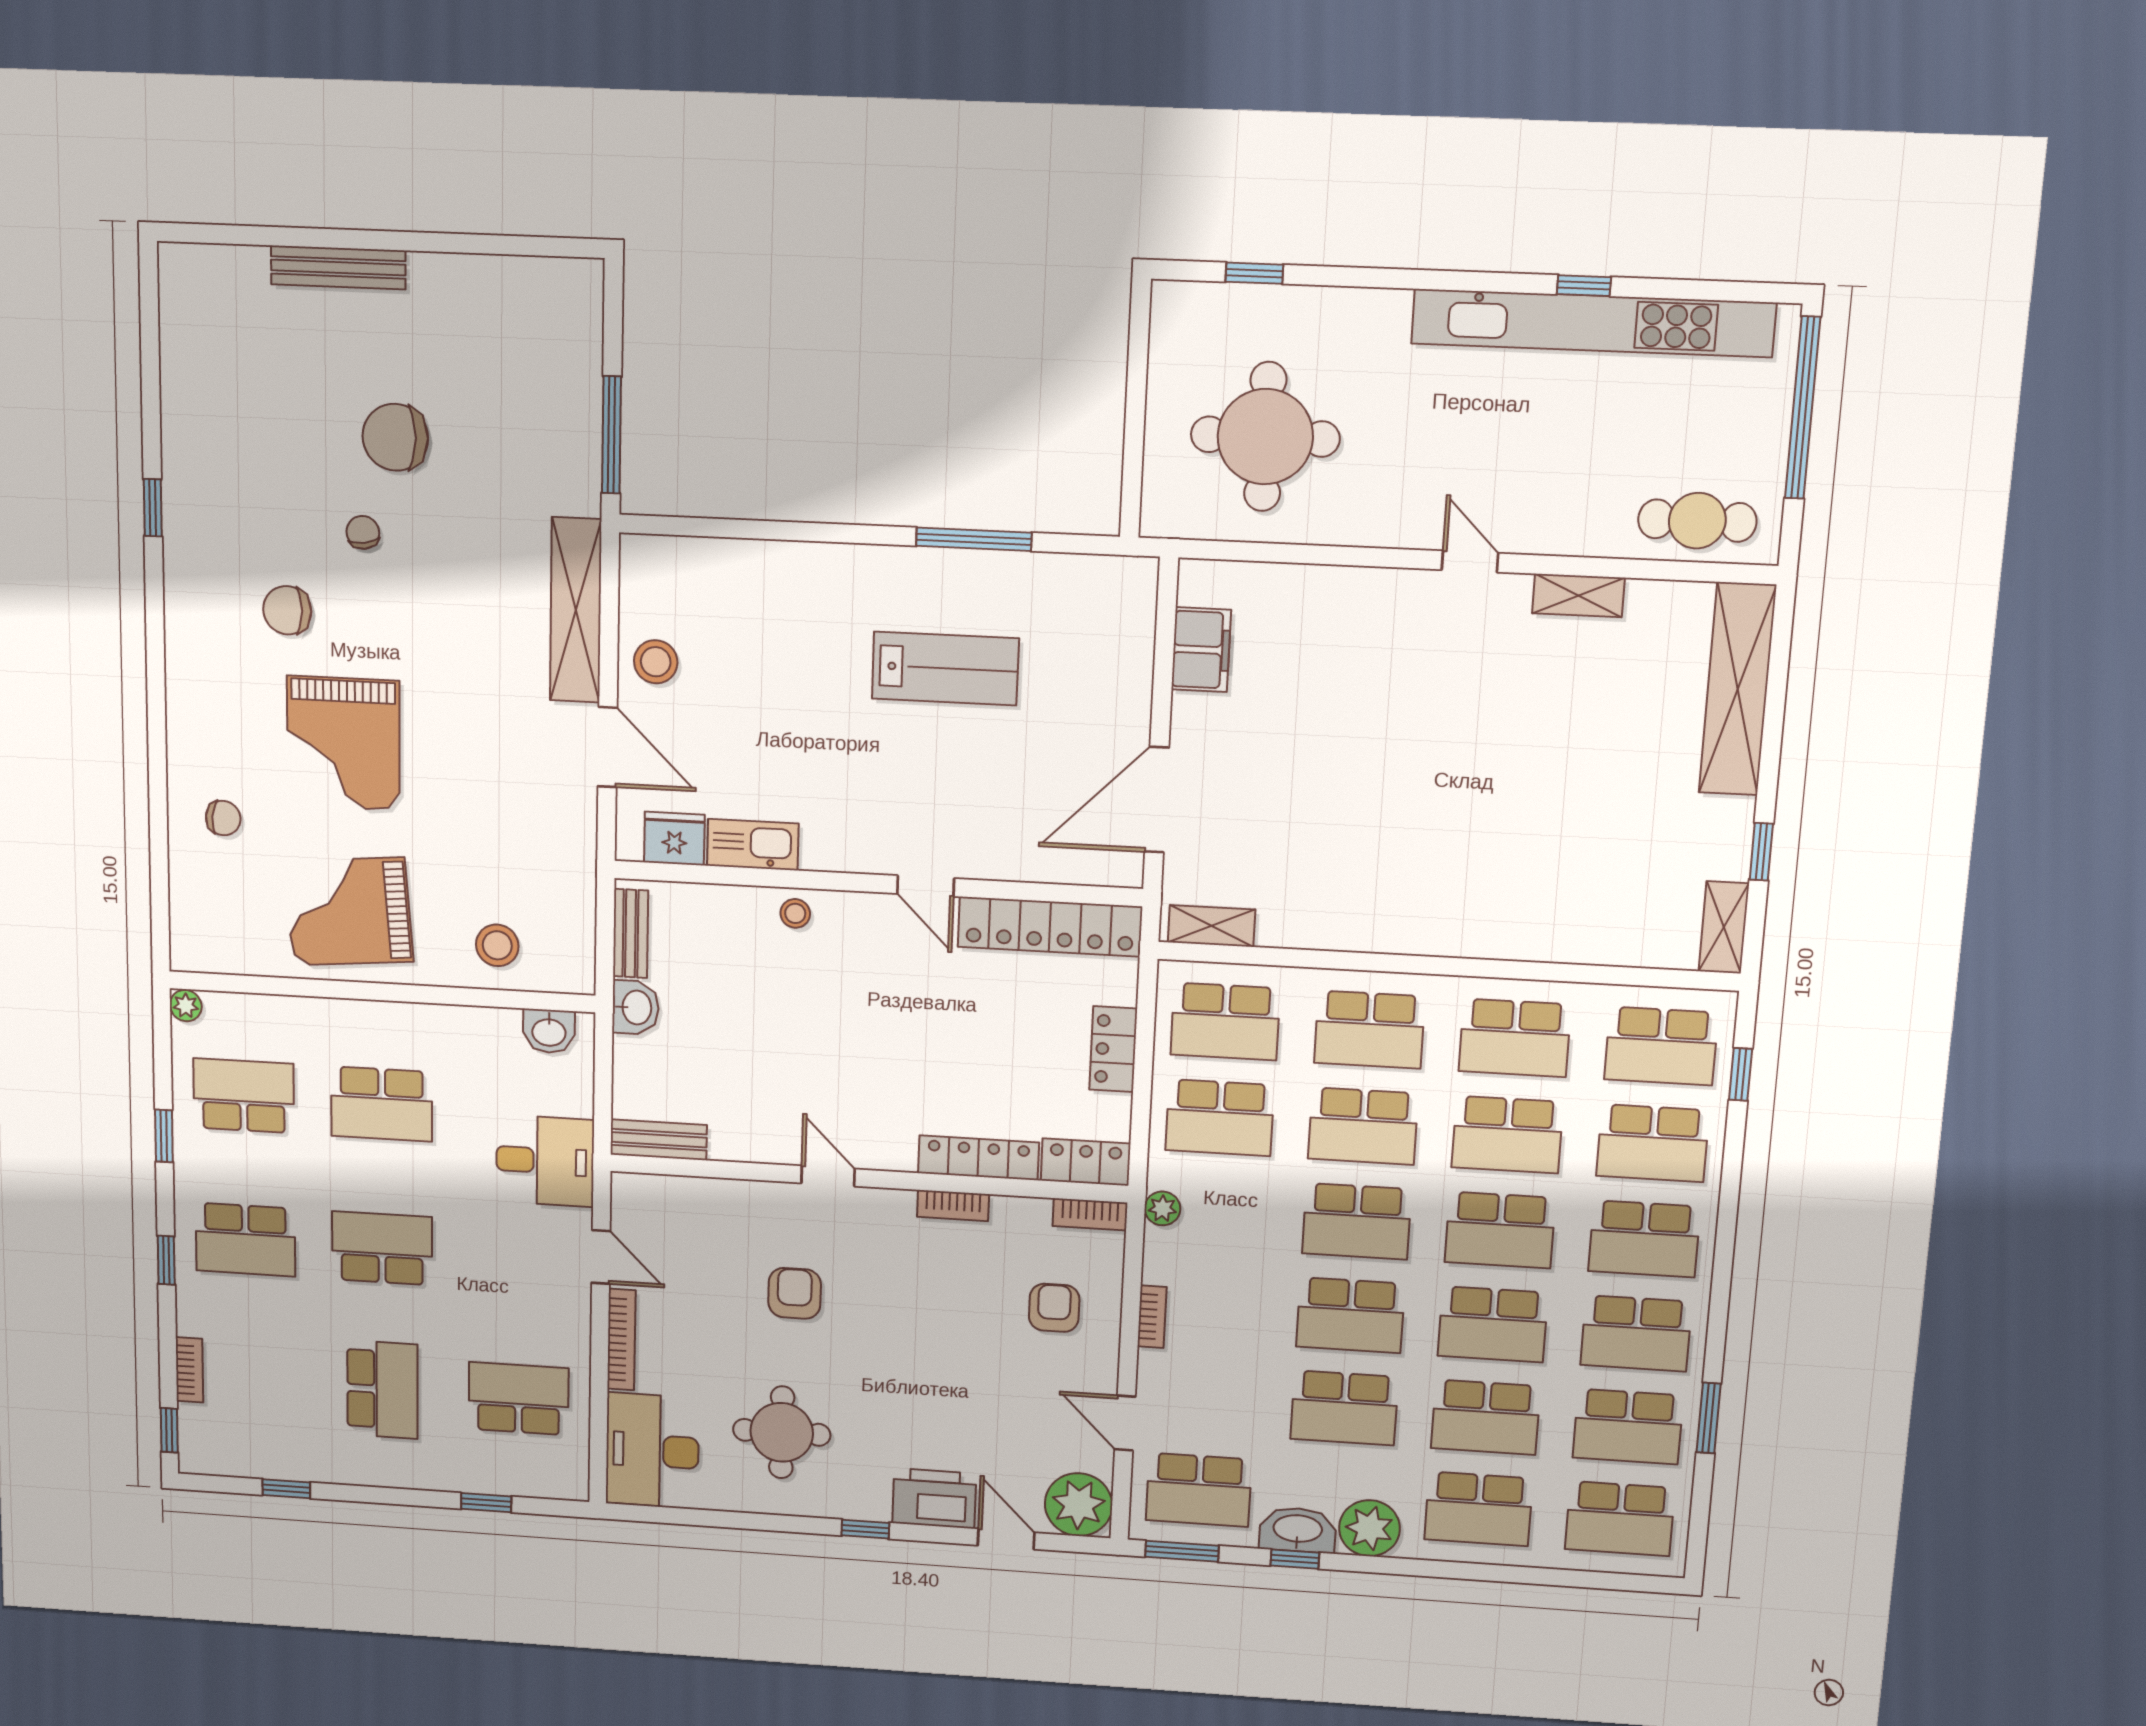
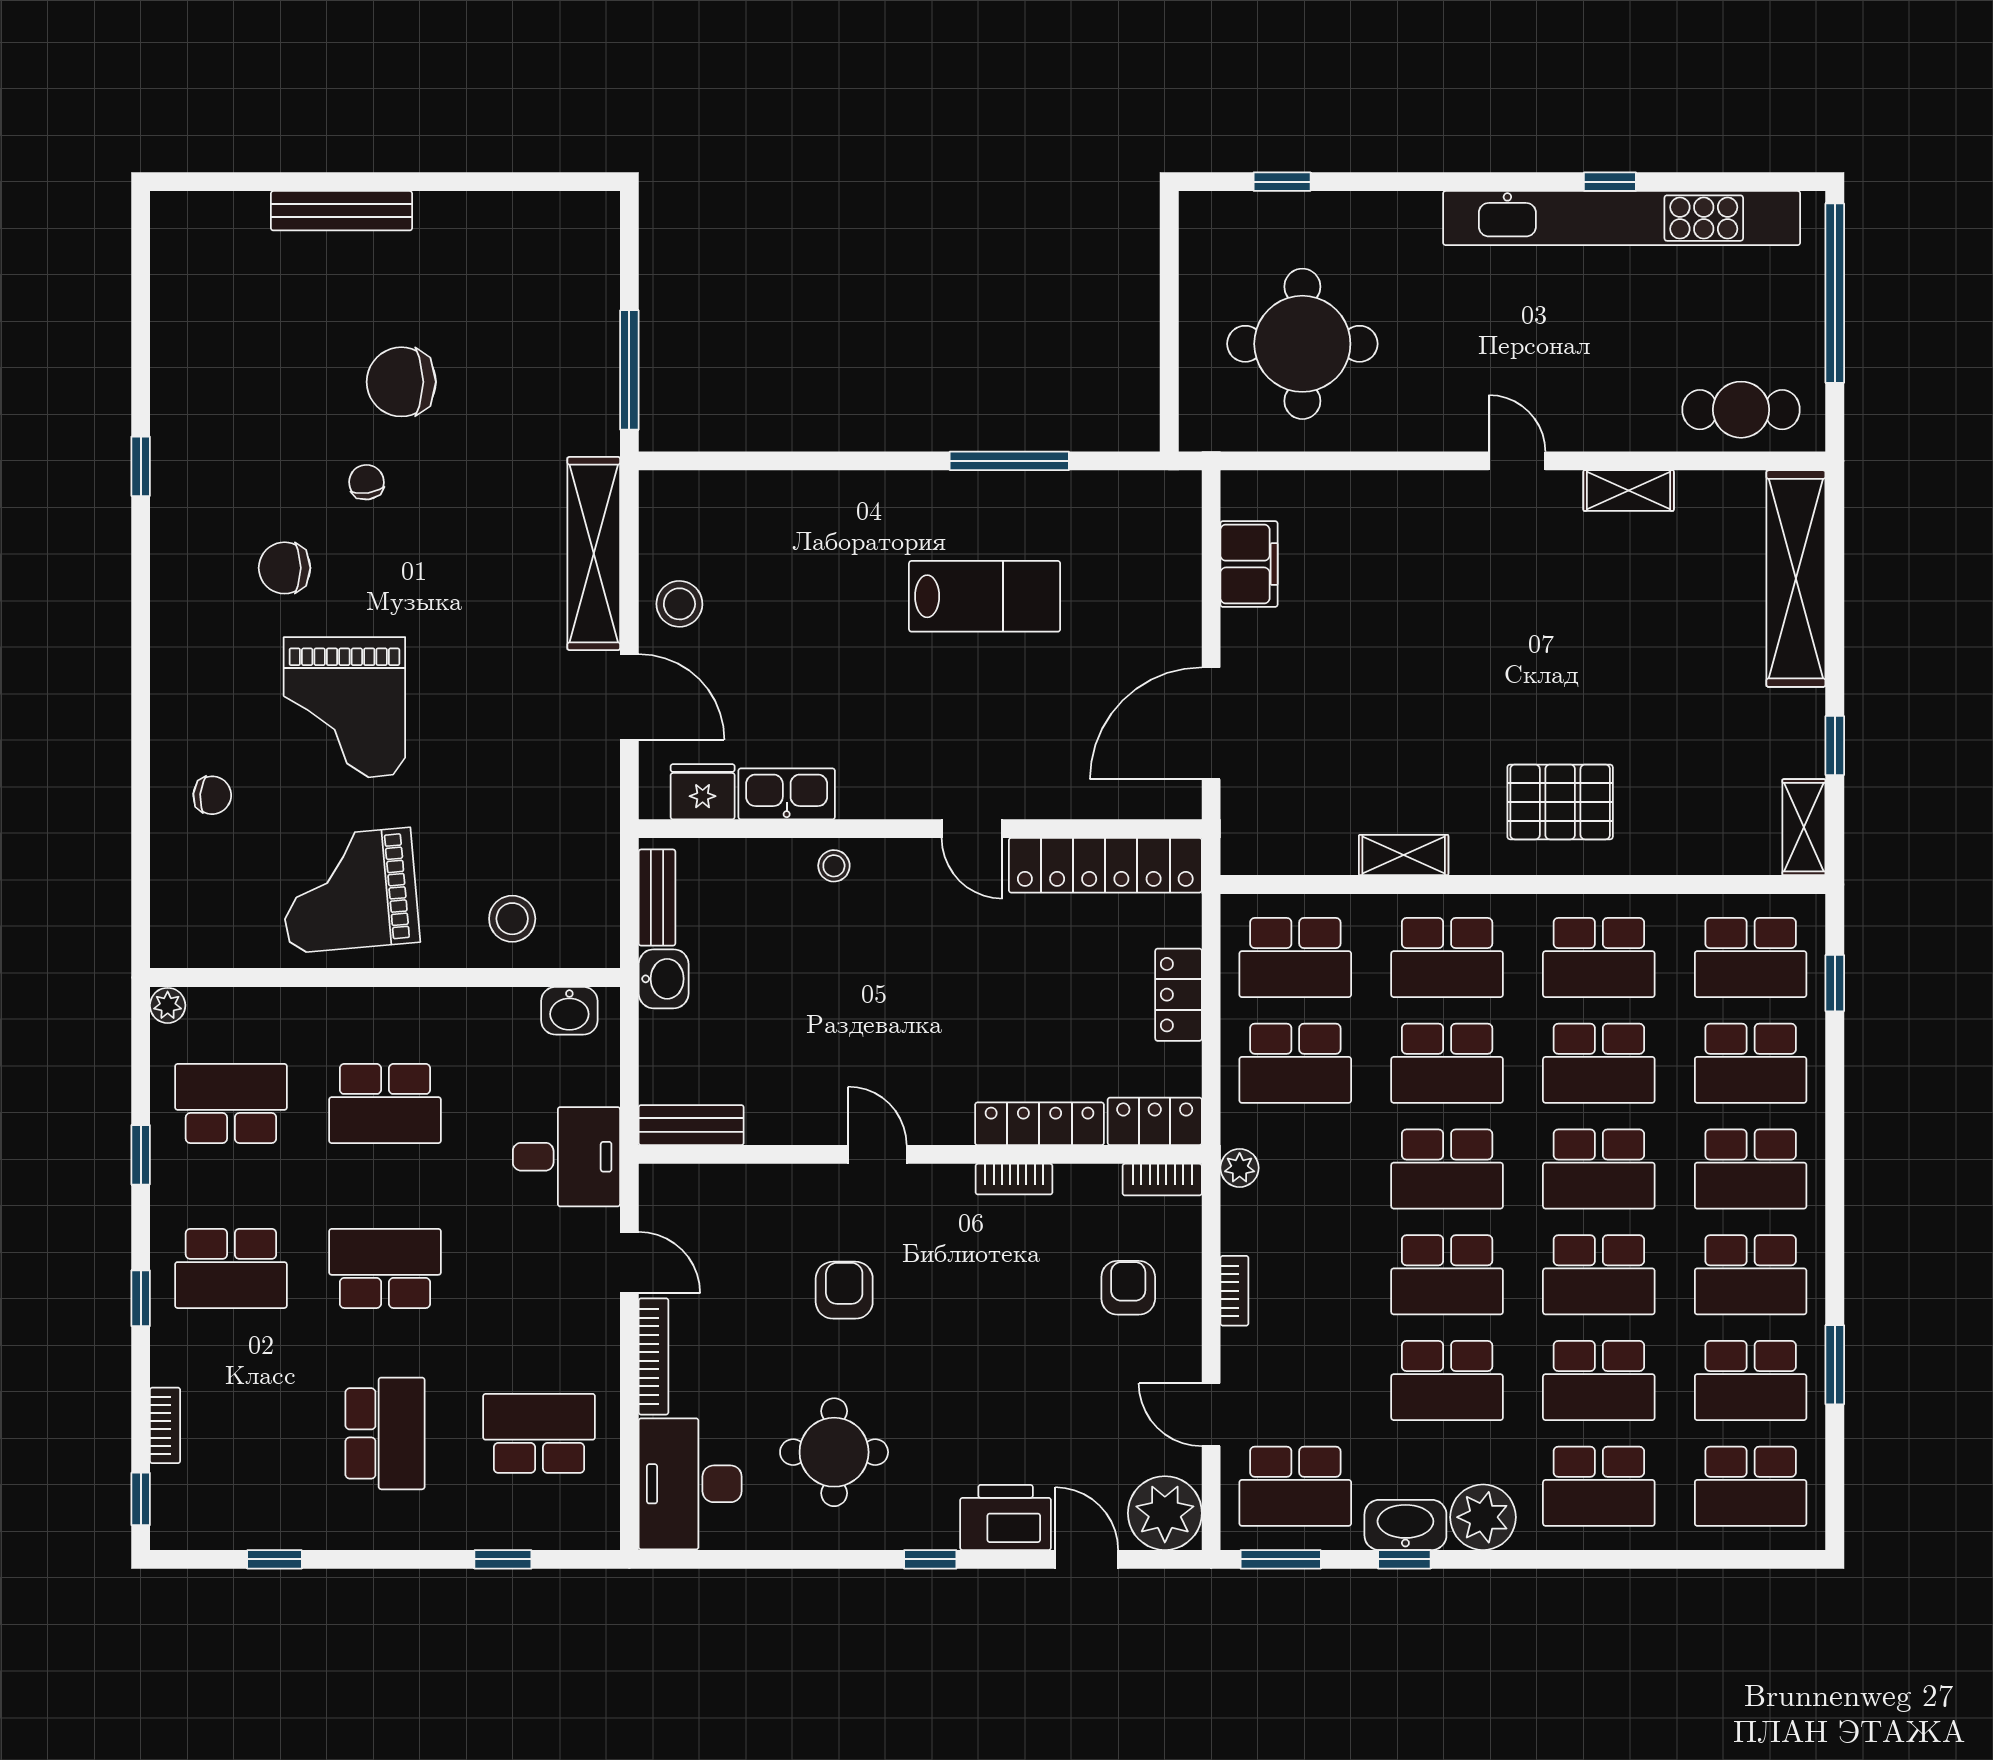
pallet: (1488, 891) -> (1560, 802), added
shelving: (1211, 926) -> (1404, 855), moved

